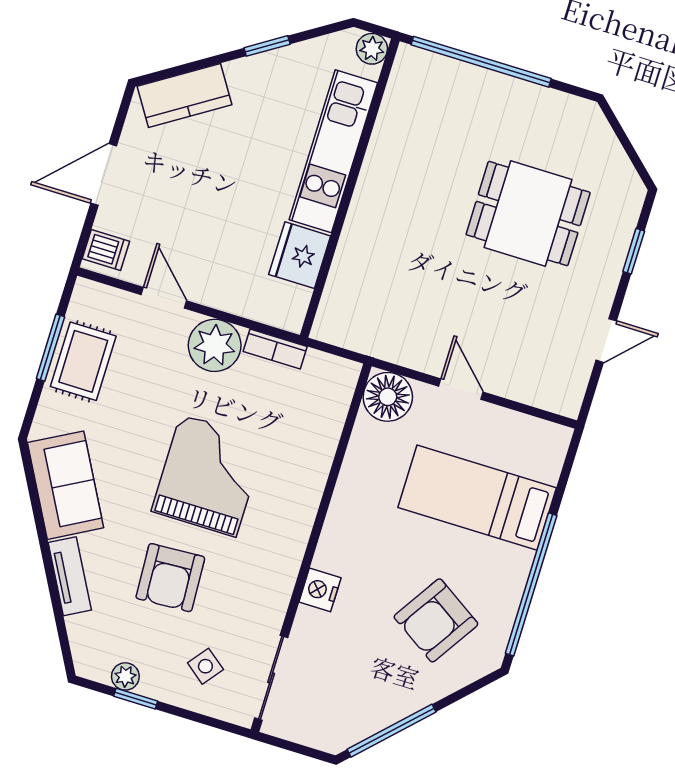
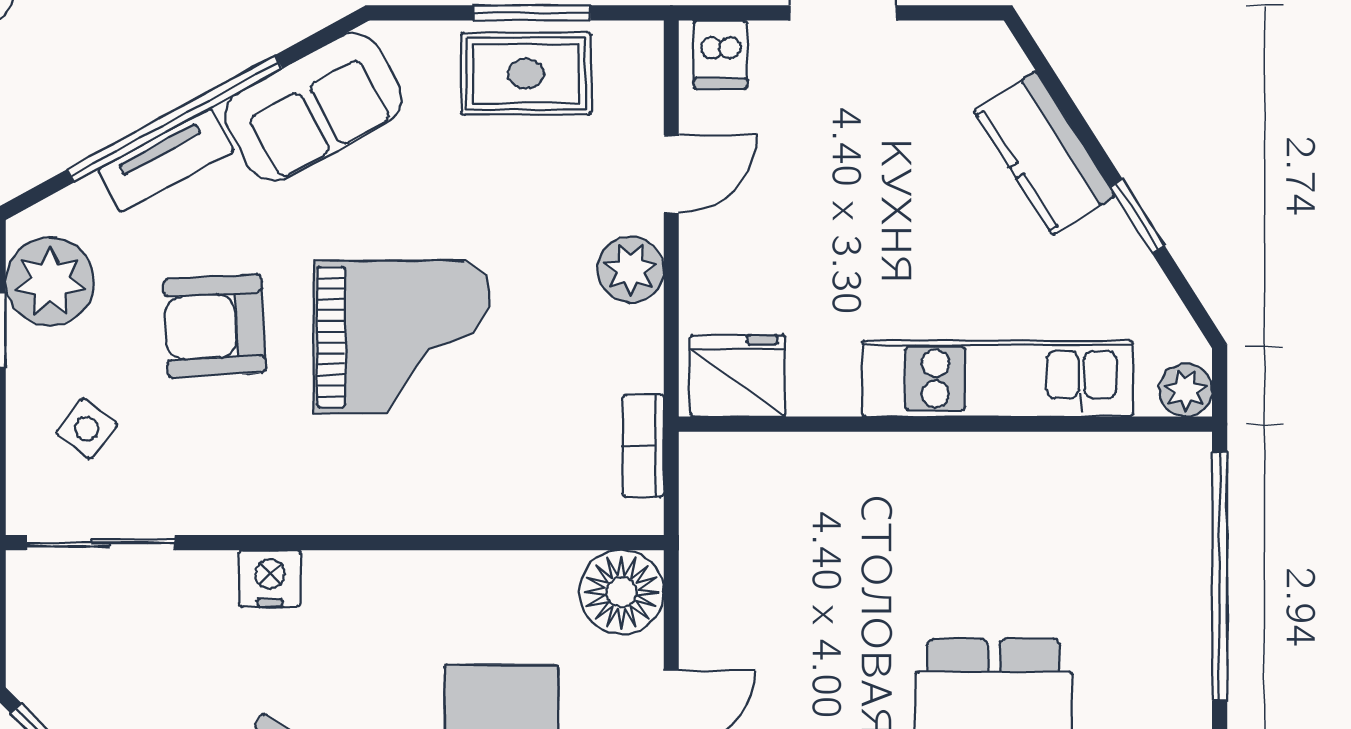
kitchen counter: (184, 95) -> (1044, 153), moved
fridge: (300, 255) -> (738, 376), moved
plant: (215, 345) -> (631, 270), width x0.73, depth x0.73
bookcase: (275, 349) -> (643, 446), moved
window: (48, 564) -> (175, 119), added
plant: (125, 676) -> (50, 282), width x1.88, depth x1.88

